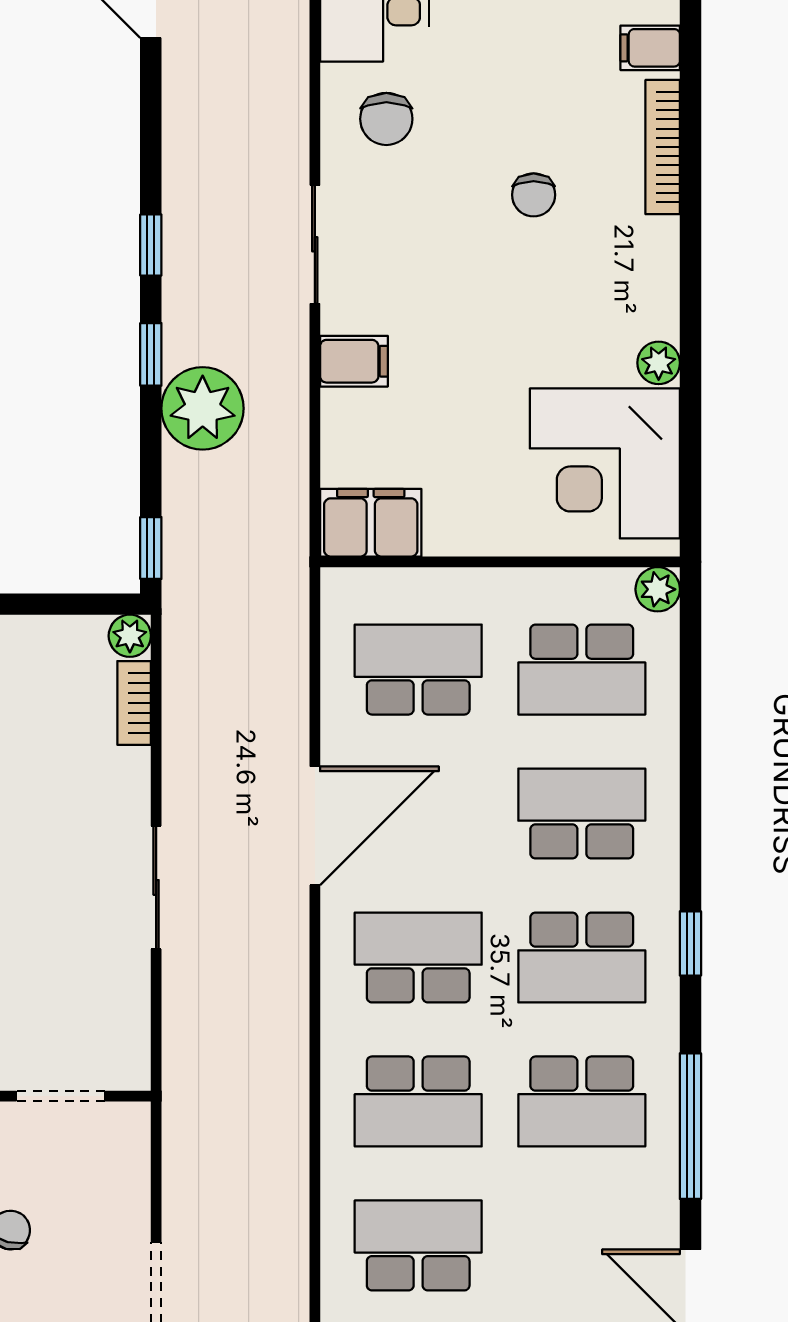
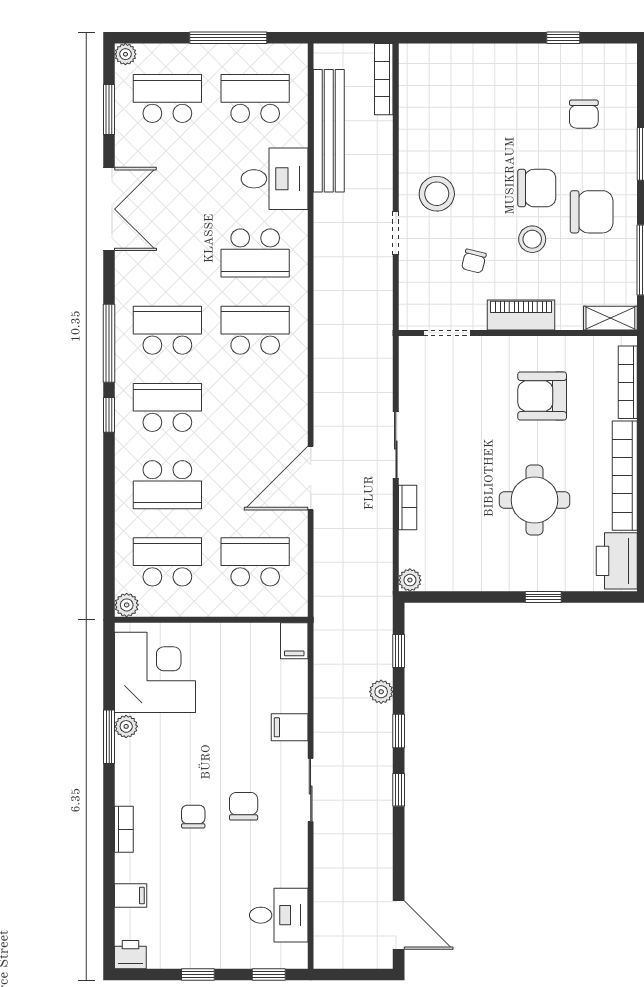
chair: (386, 119) -> (244, 806), moved
bookcase: (663, 147) -> (124, 829), width x0.64
window: (690, 344) -> (109, 737), added
plant: (203, 408) -> (381, 692), width x0.53, depth x0.53
filing cabinet: (371, 523) -> (294, 641), width x0.50
window: (151, 548) -> (399, 651), moved
school desk: (418, 670) -> (255, 562), turned 180
bookcase: (134, 703) -> (408, 507), moved
school desk: (418, 957) -> (255, 407), removed
window: (690, 1126) -> (109, 343), moved

